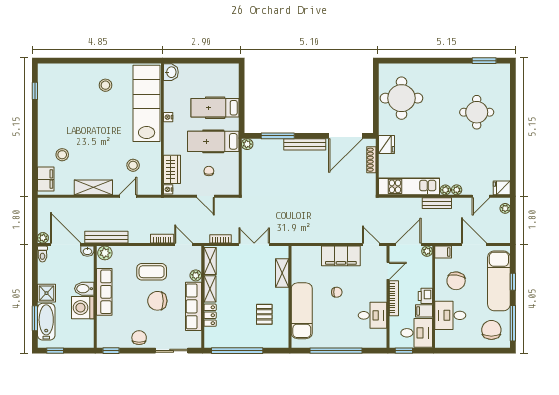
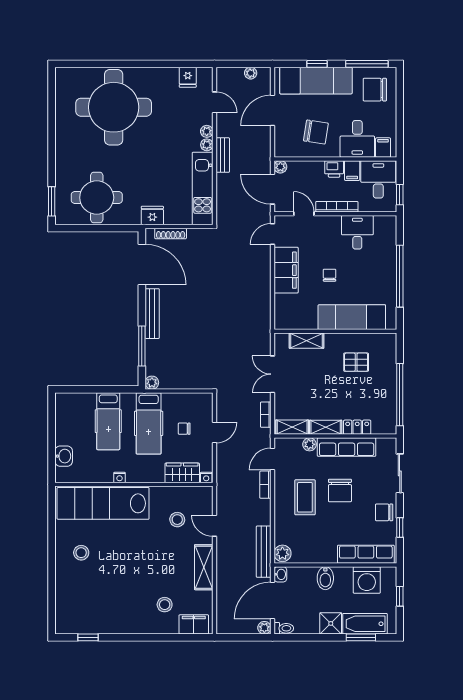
window: (484, 61) -> (52, 201), moved
washbasin: (171, 72) -> (64, 456), moved, turned 90
round table: (477, 112) -> (114, 107), width x1.86, depth x1.86
fridge: (502, 188) -> (188, 77), moved
plant: (505, 208) -> (251, 73), moved
filing cabinet: (443, 252) -> (383, 148), moved
row of seats: (104, 292) -> (366, 554), moved
washing machine: (83, 308) -> (367, 580), moved
window: (55, 351) -> (400, 596), moved
window: (111, 351) -> (400, 528), moved

